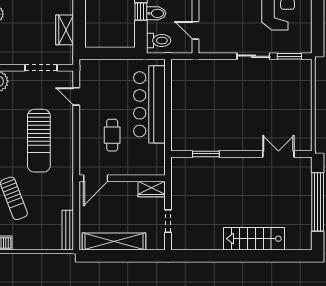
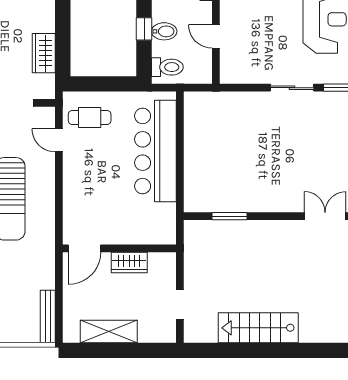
door: (195, 30) -> (216, 36), moved
cafe table: (112, 135) -> (90, 117), moved, turned 90
wardrobe: (152, 189) -> (129, 262), moved
stairs: (254, 239) -> (258, 328), moved
shelving: (114, 242) -> (109, 331), width x0.68

